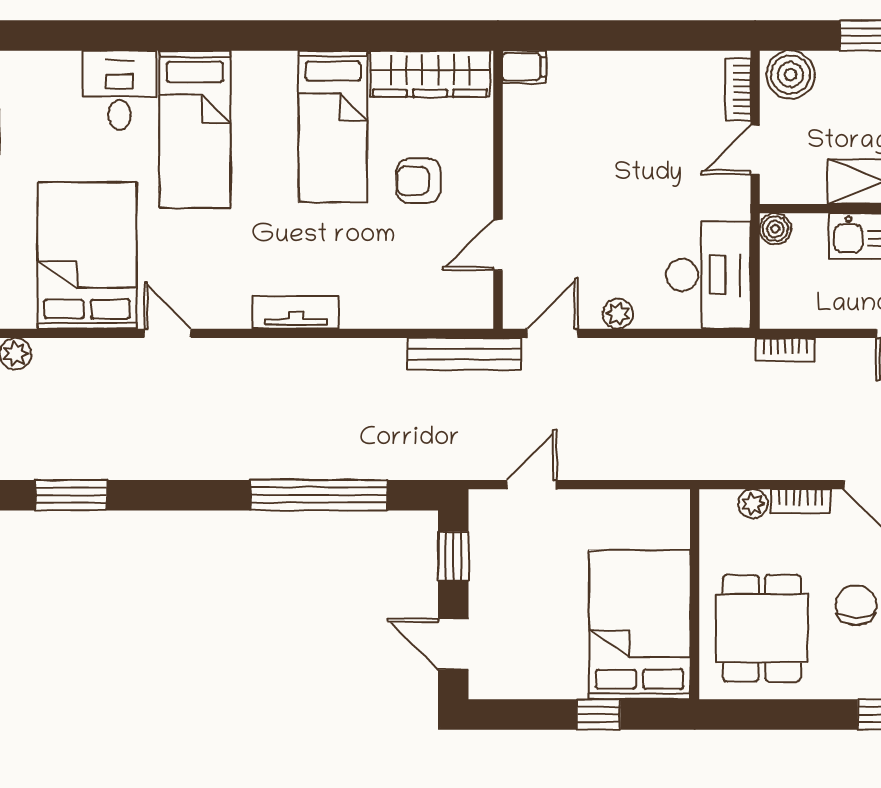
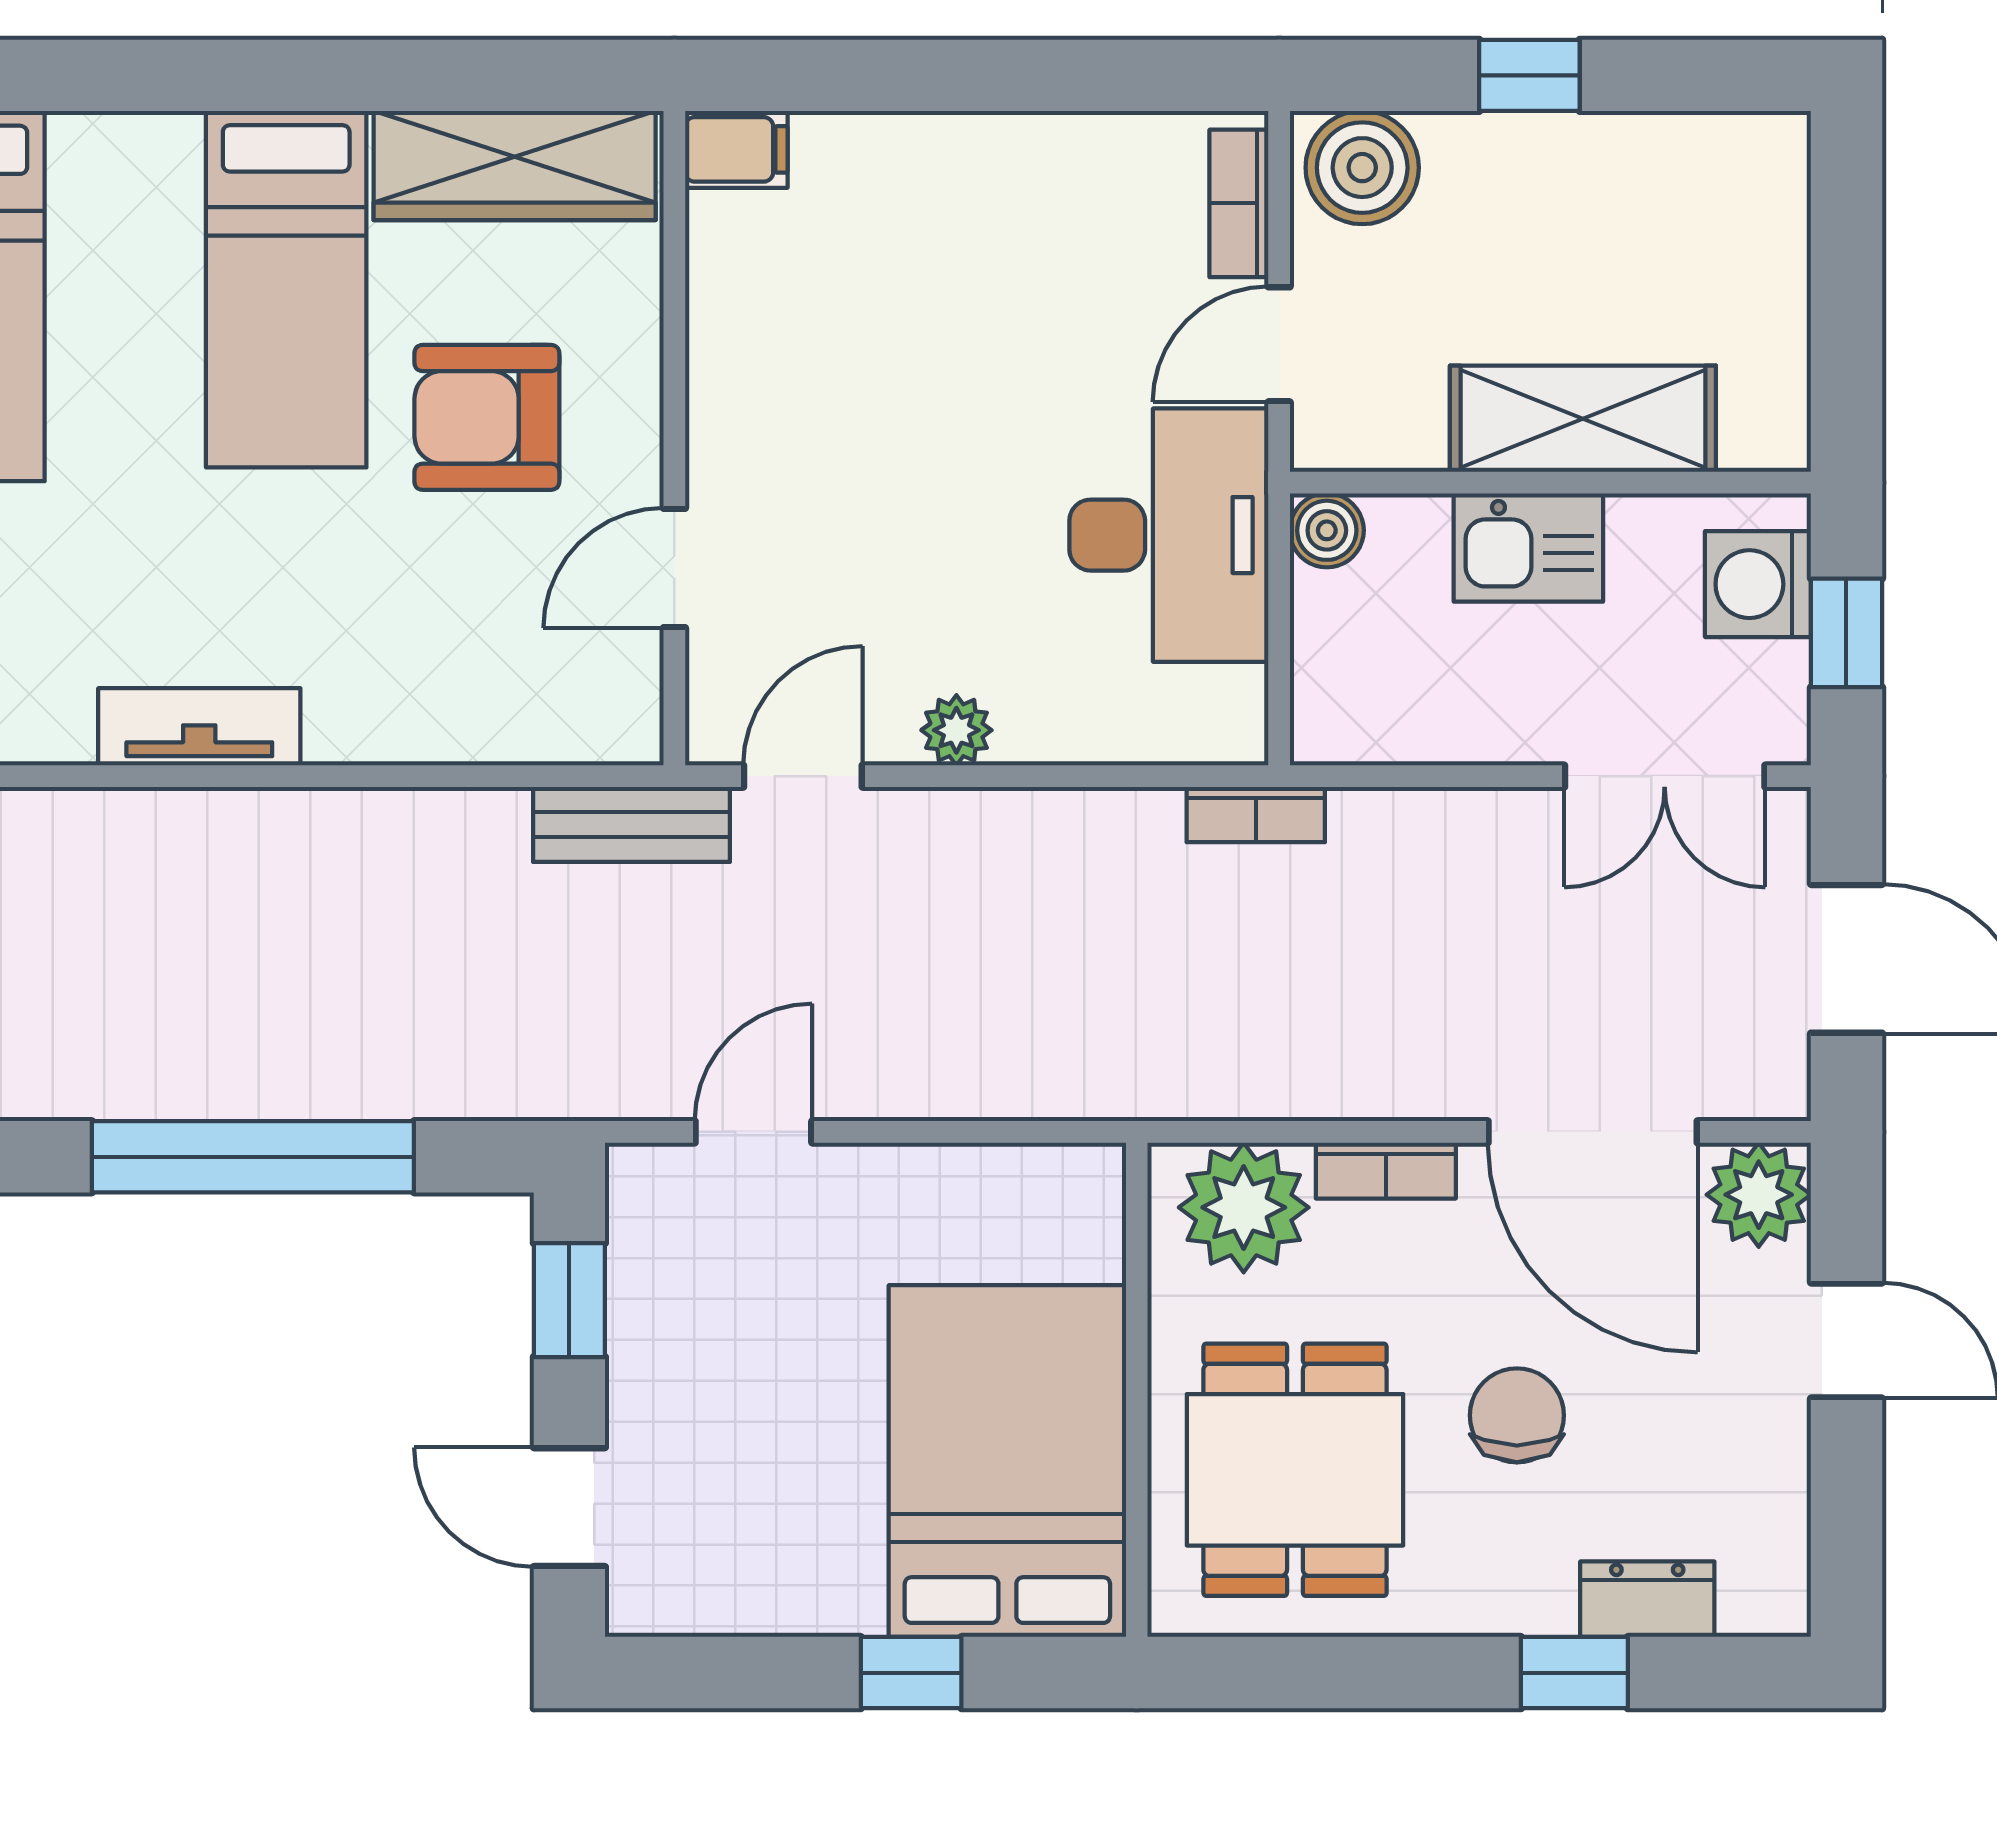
armchair: (418, 181) -> (487, 417), width x1.38, depth x1.38
desk: (708, 275) -> (1169, 535), moved
bookcase: (785, 350) -> (1256, 814), moved
bench: (465, 354) -> (632, 824), width x0.73
plant: (753, 504) -> (1244, 1207), width x1.88, depth x1.88

